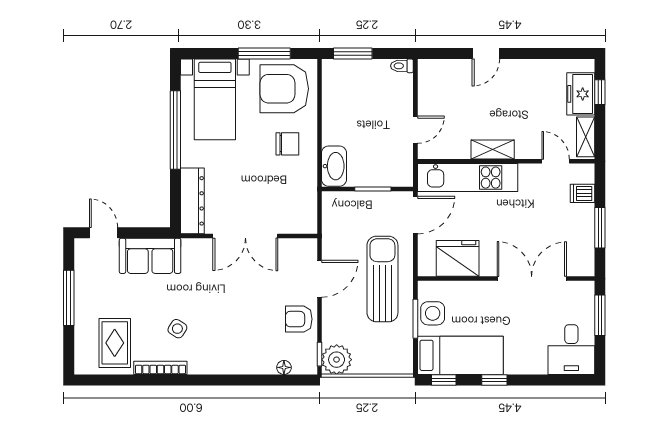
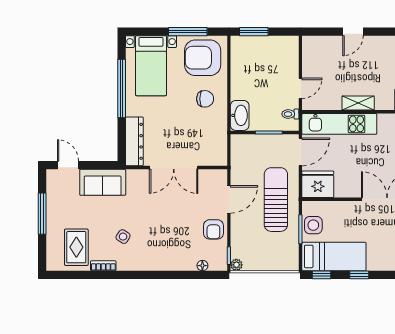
toilet: (402, 66) -> (290, 114), moved
fridge: (458, 258) -> (318, 184), moved
armchair: (299, 319) -> (213, 229), turned -90
plant: (337, 360) -> (236, 265), width x0.53, depth x0.53
bookcase: (160, 368) -> (103, 266), width x0.64

